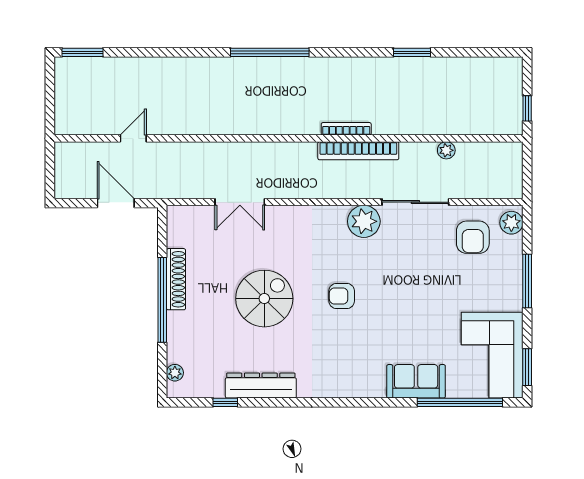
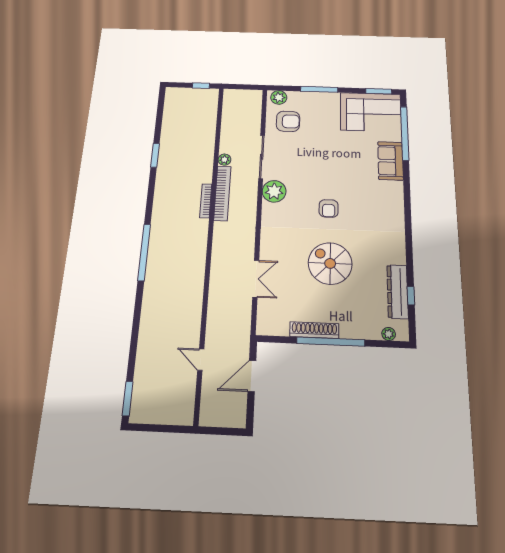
plant: (446, 150) -> (224, 160), moved
dresser: (261, 386) -> (398, 292), moved

